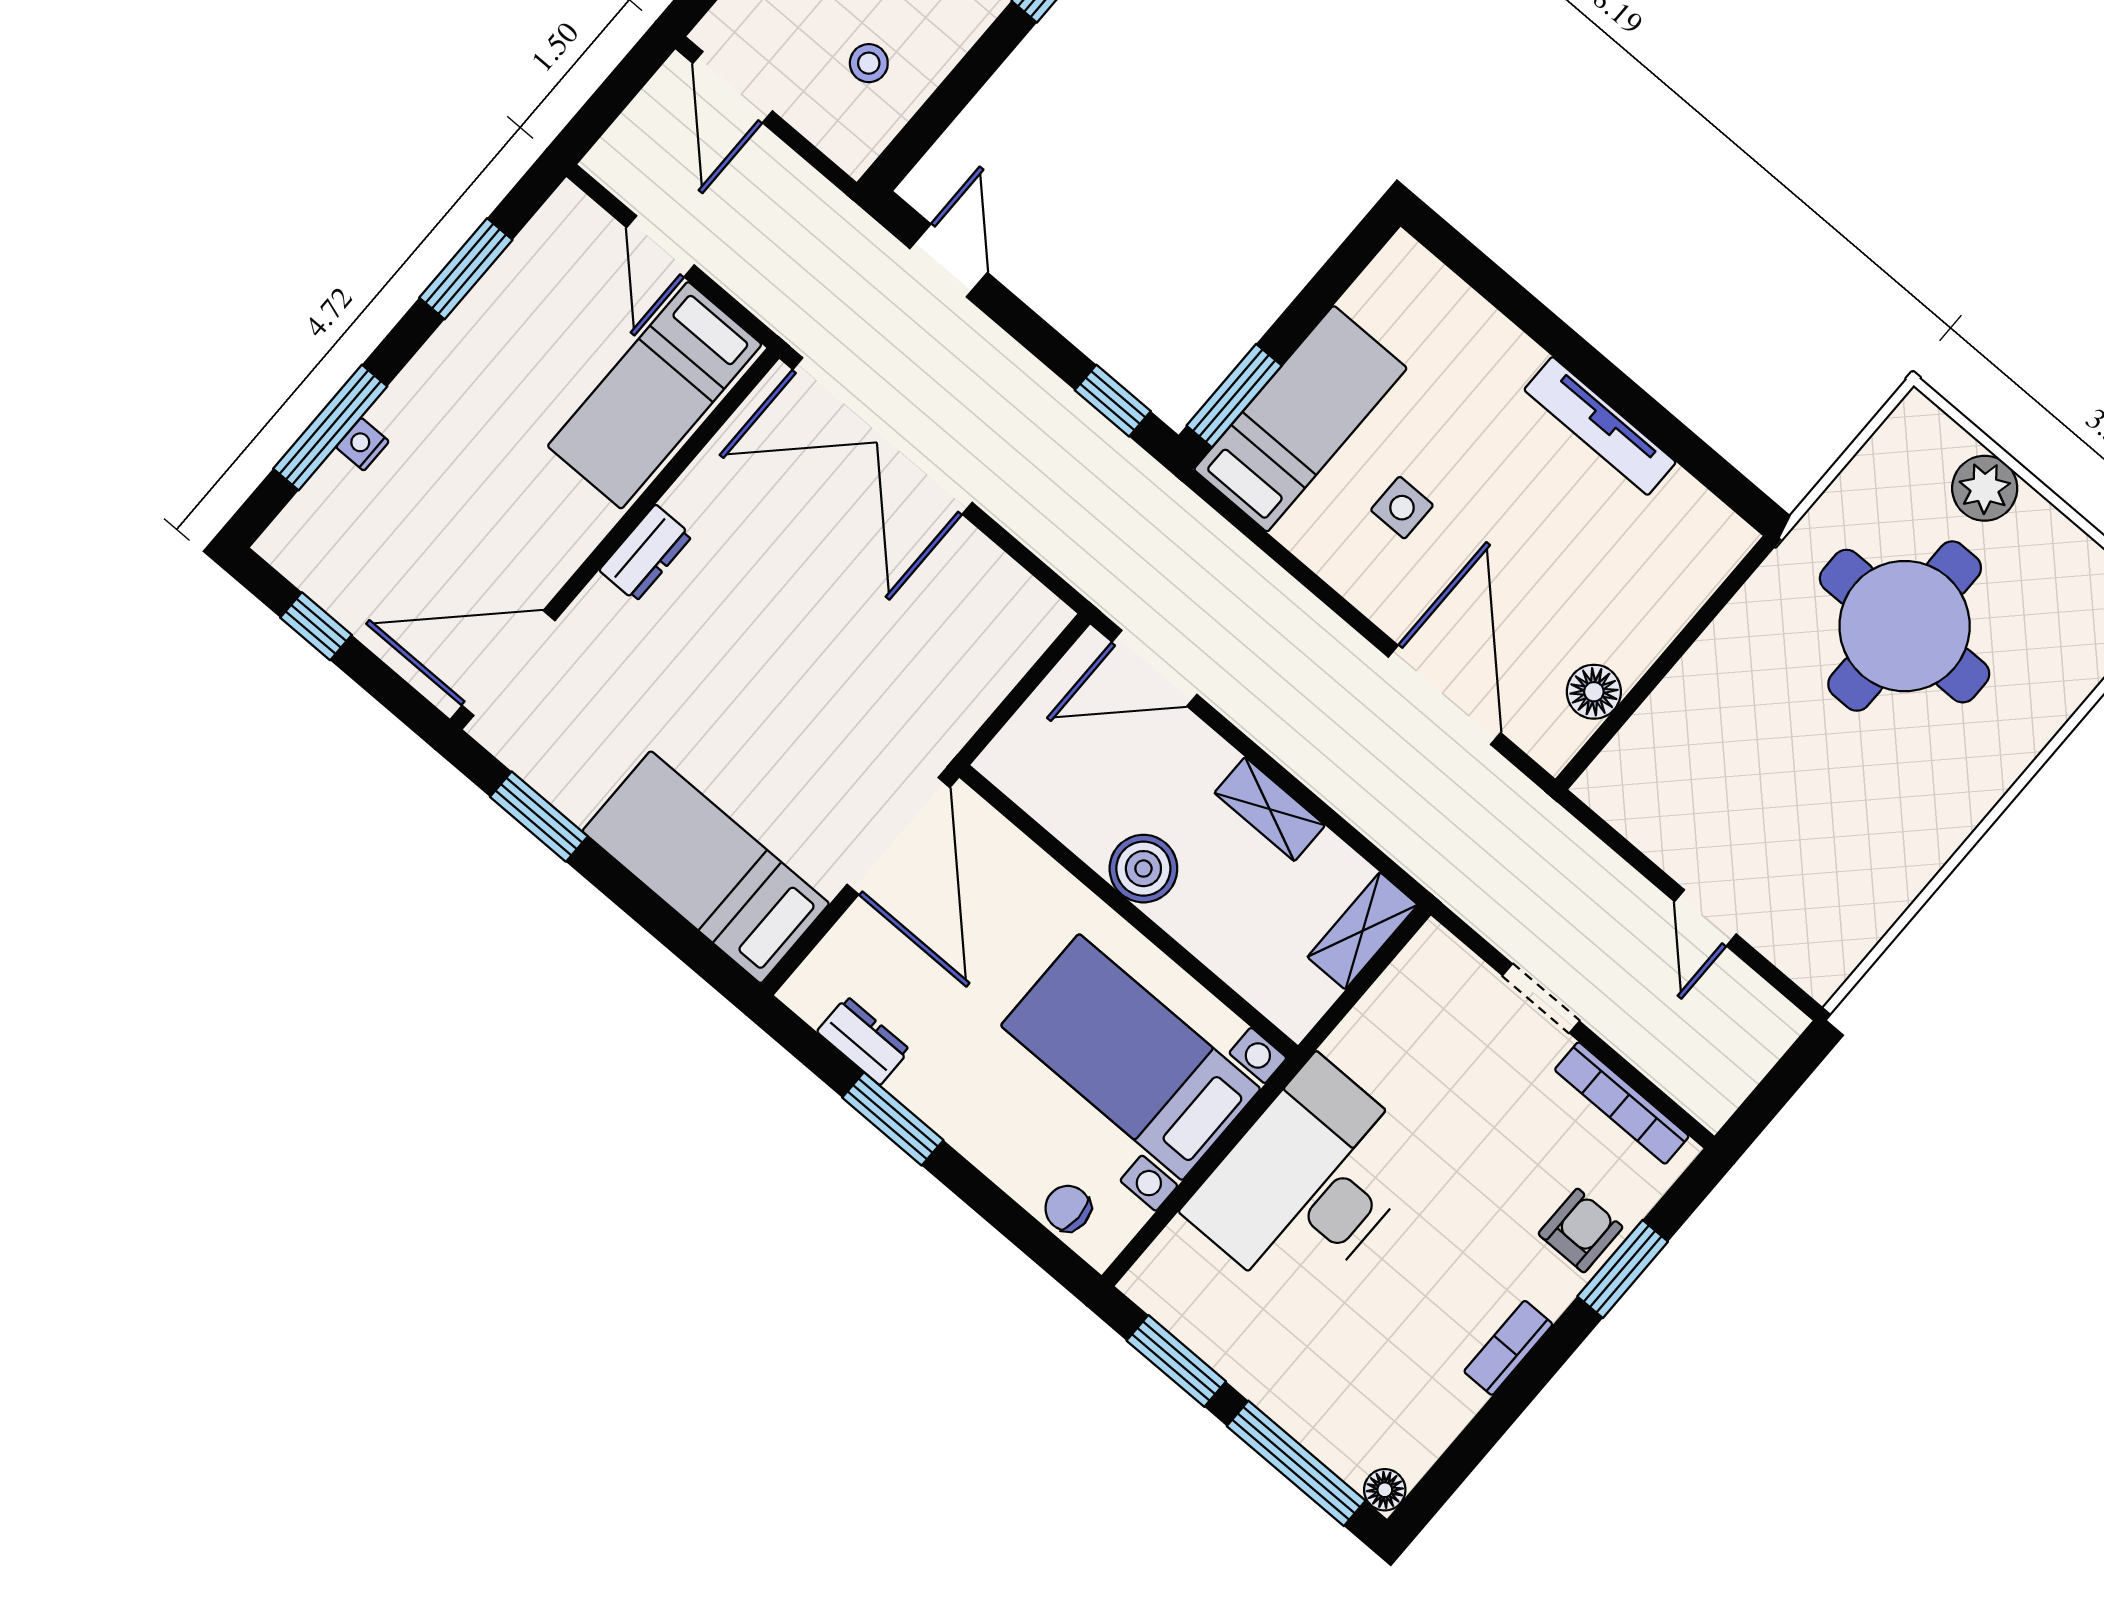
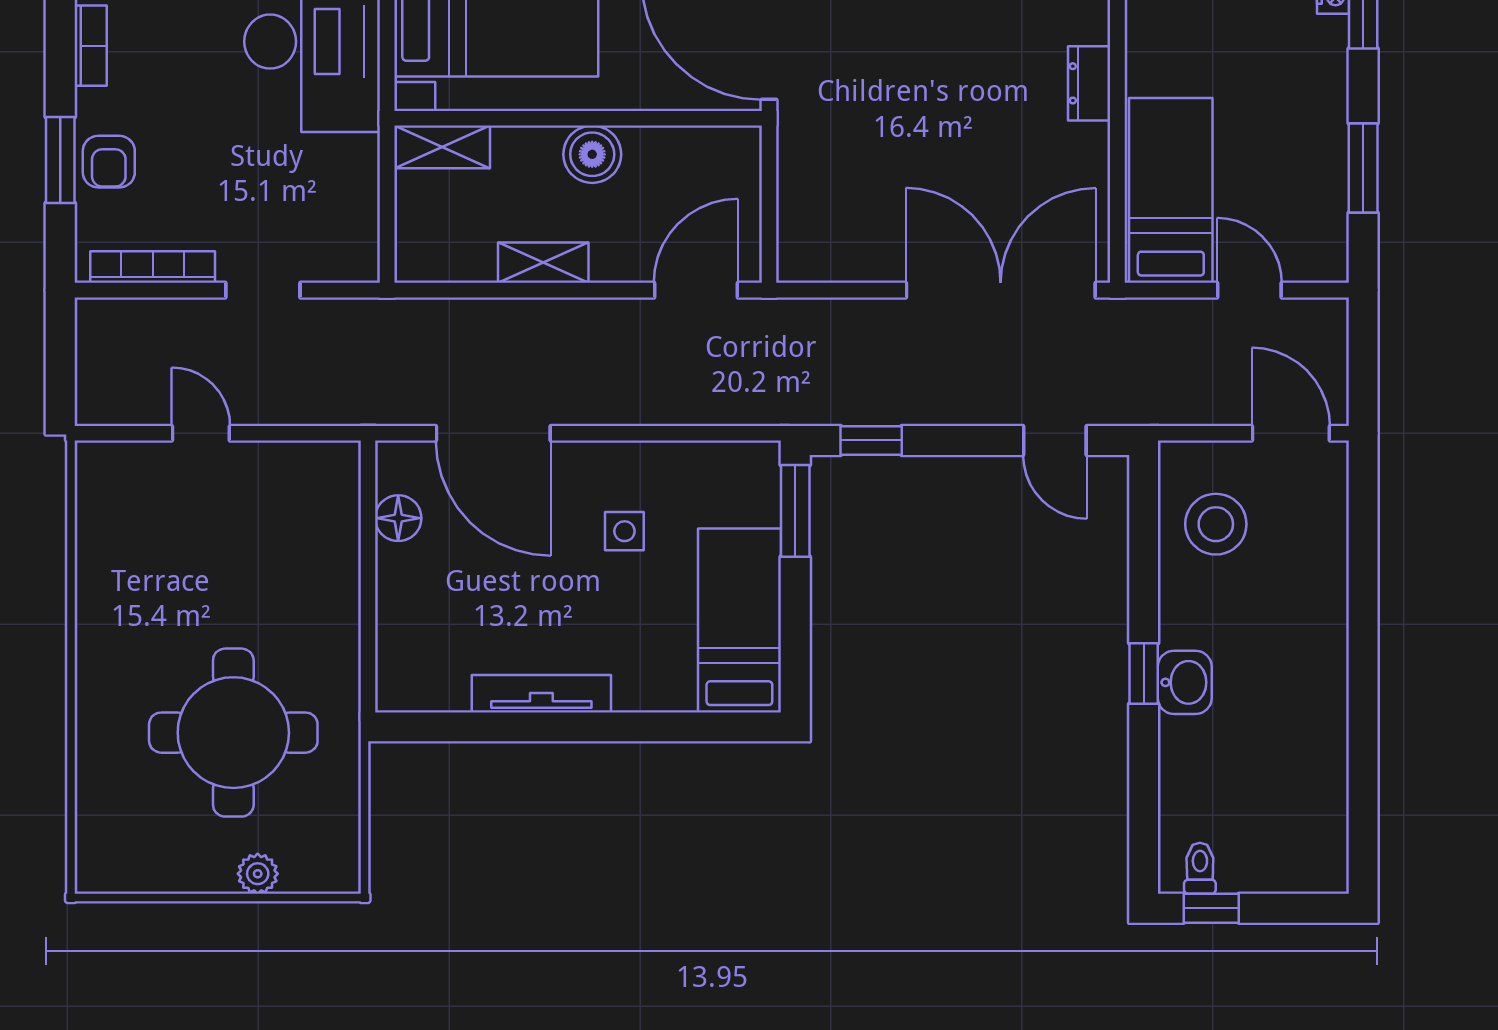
stool: (869, 63) -> (1216, 524), width x1.89, depth x1.89
bed: (1300, 419) -> (739, 620), moved, turned 180
plant: (1985, 488) -> (258, 874), width x0.73, depth x0.73
shelving: (1363, 931) -> (442, 147), moved, turned 90

